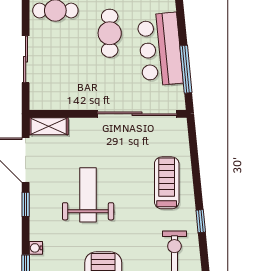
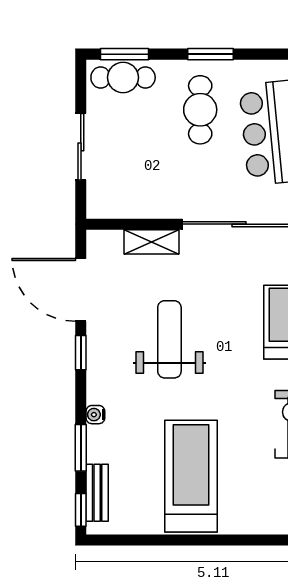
shelving: (49, 126) -> (152, 242), moved

